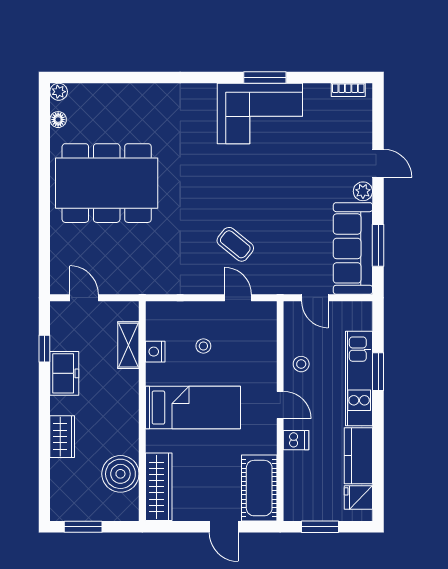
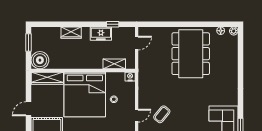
nightstand: (155, 352) -> (130, 77), moved
bed: (193, 408) -> (85, 94), width x2.04
boiler: (120, 474) -> (40, 60), moved

